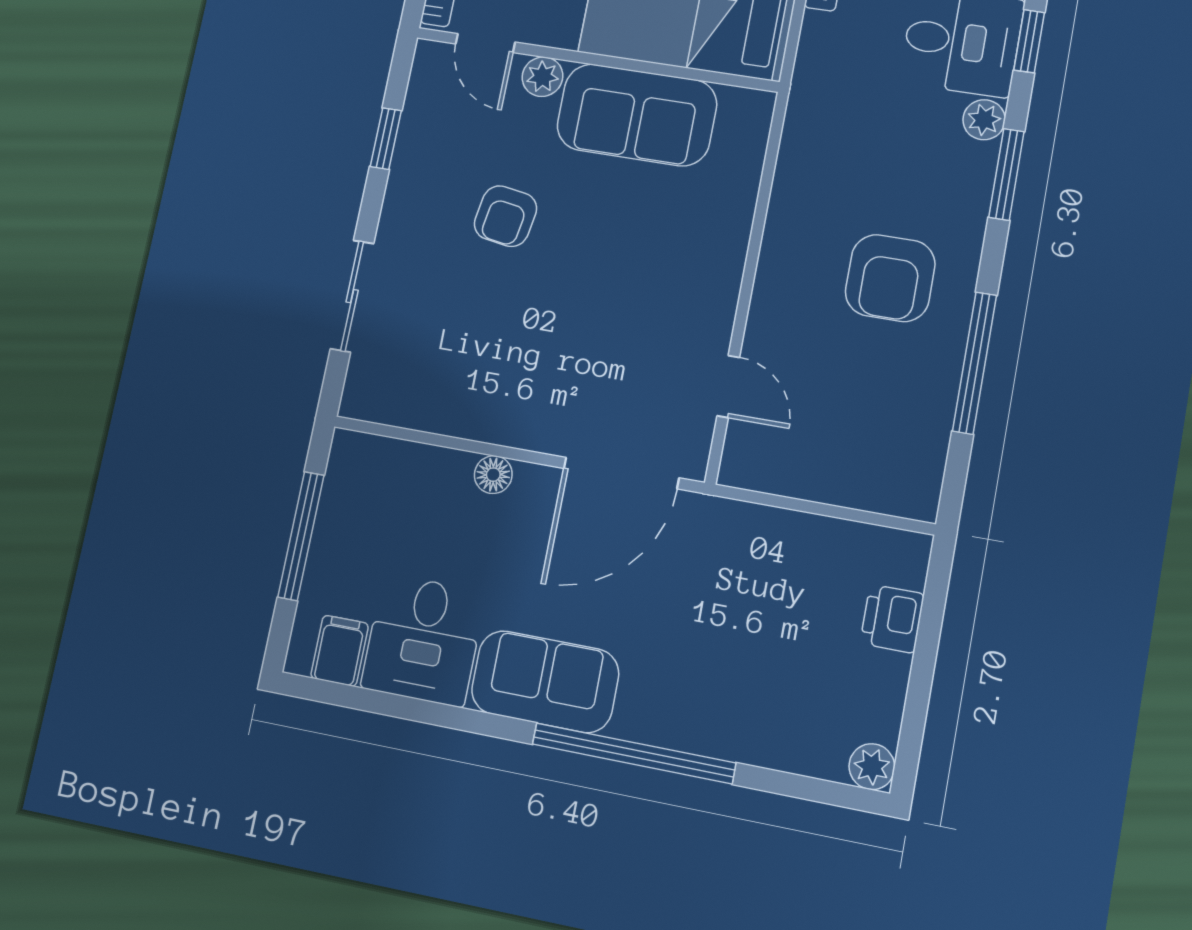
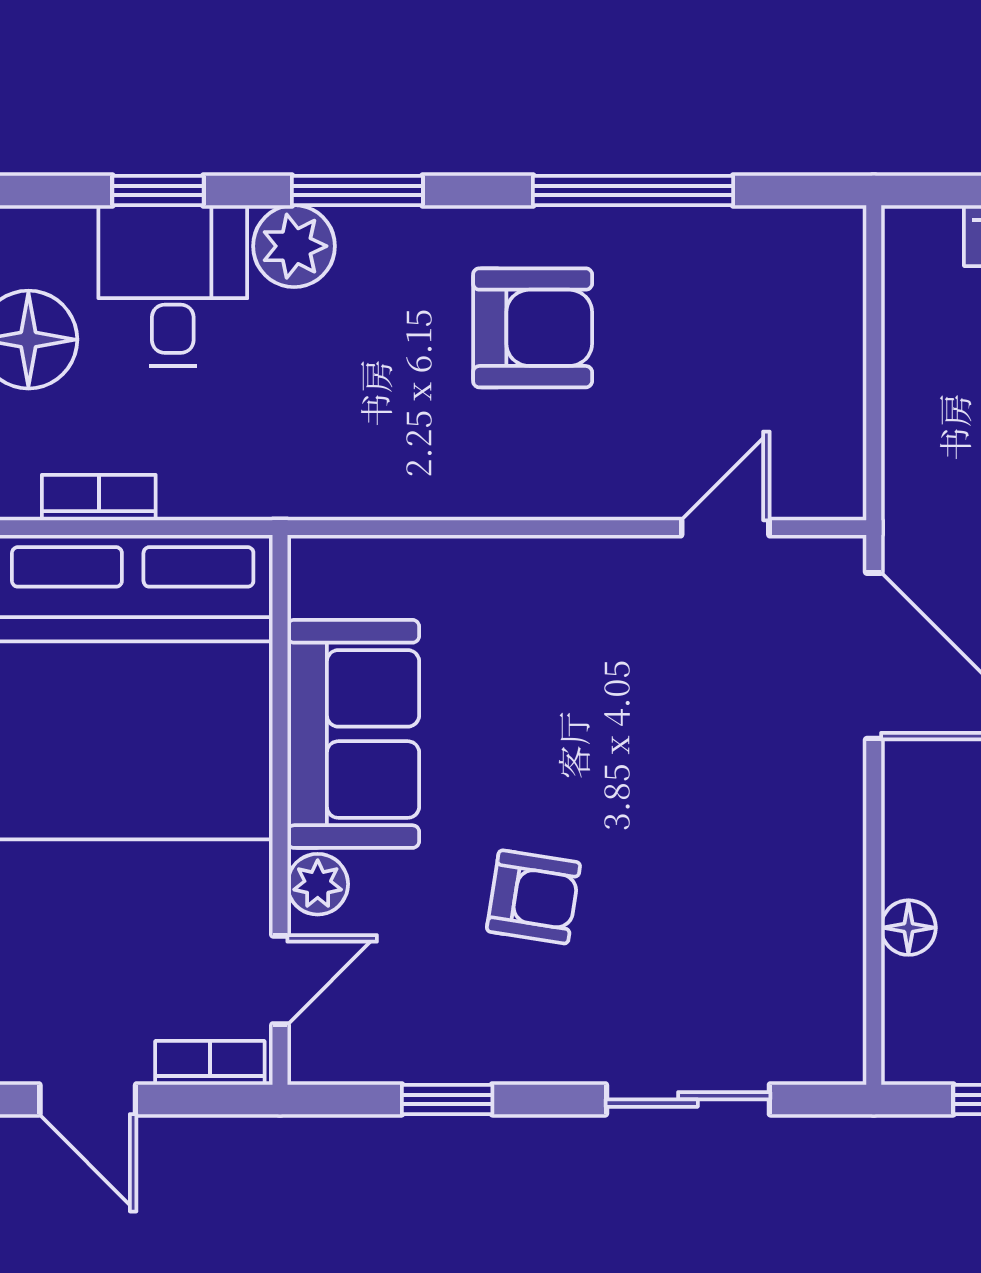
plant: (984, 120) -> (294, 246), width x1.38, depth x1.38
floor lamp: (493, 475) -> (908, 928), moved

